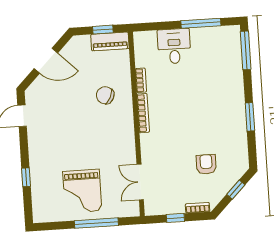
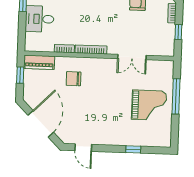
piano: (110, 41) -> (39, 62), moved, turned 90
door: (46, 61) -> (41, 124), width x1.36
chair: (105, 95) -> (74, 79), turned 65
double door: (140, 182) -> (132, 57), moved

